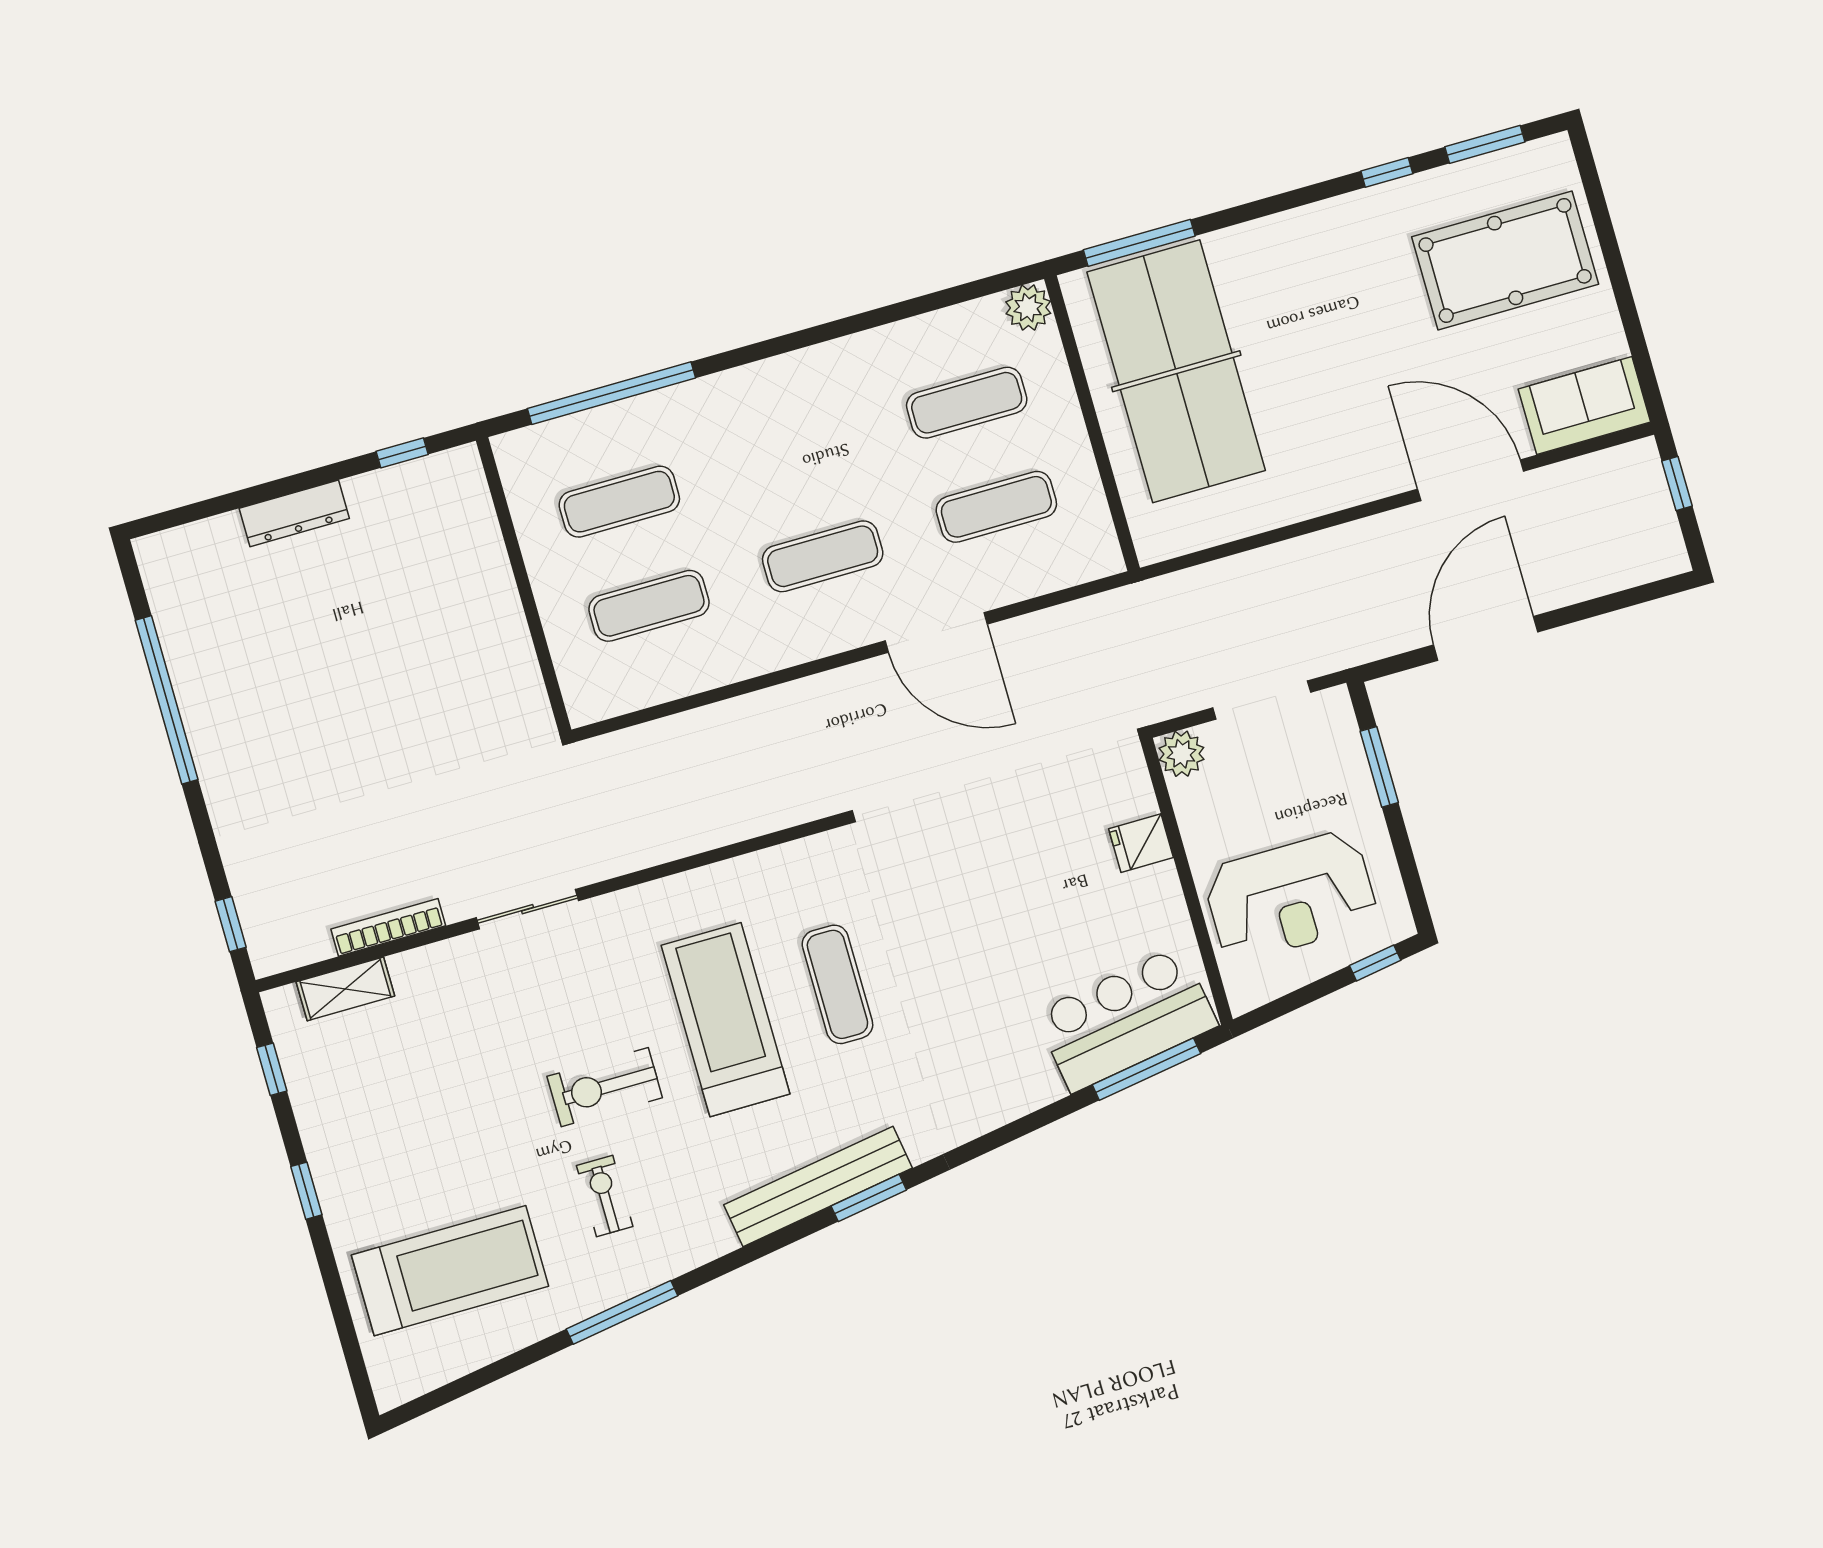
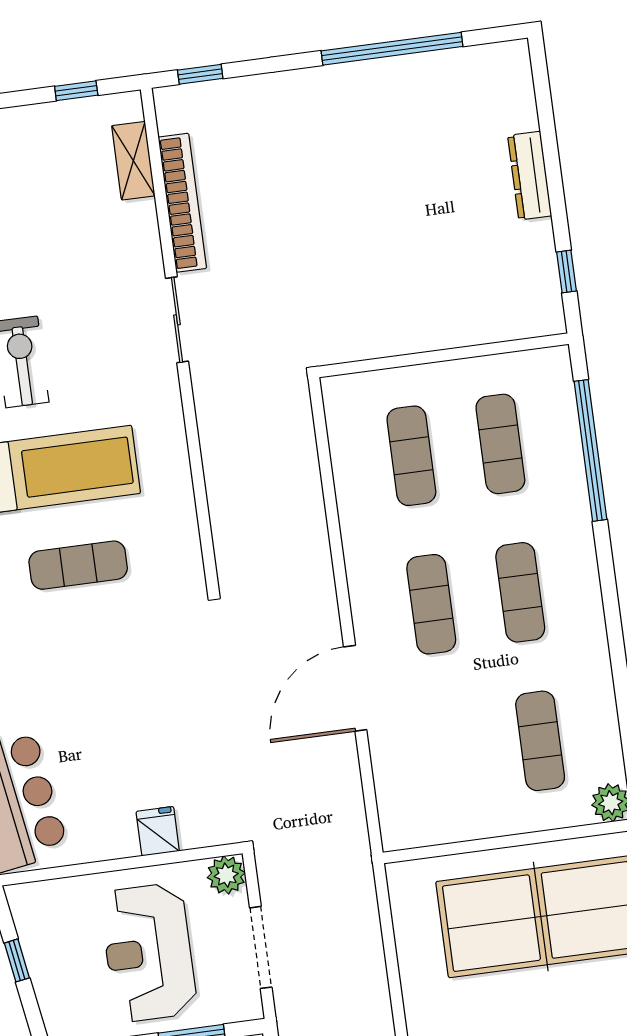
exercise mat: (996, 507) -> (520, 592), moved
reception desk: (1290, 896) -> (149, 953), moved
bookcase: (388, 927) -> (182, 203), width x1.48, depth x1.31
window: (1375, 963) -> (17, 960), moved

